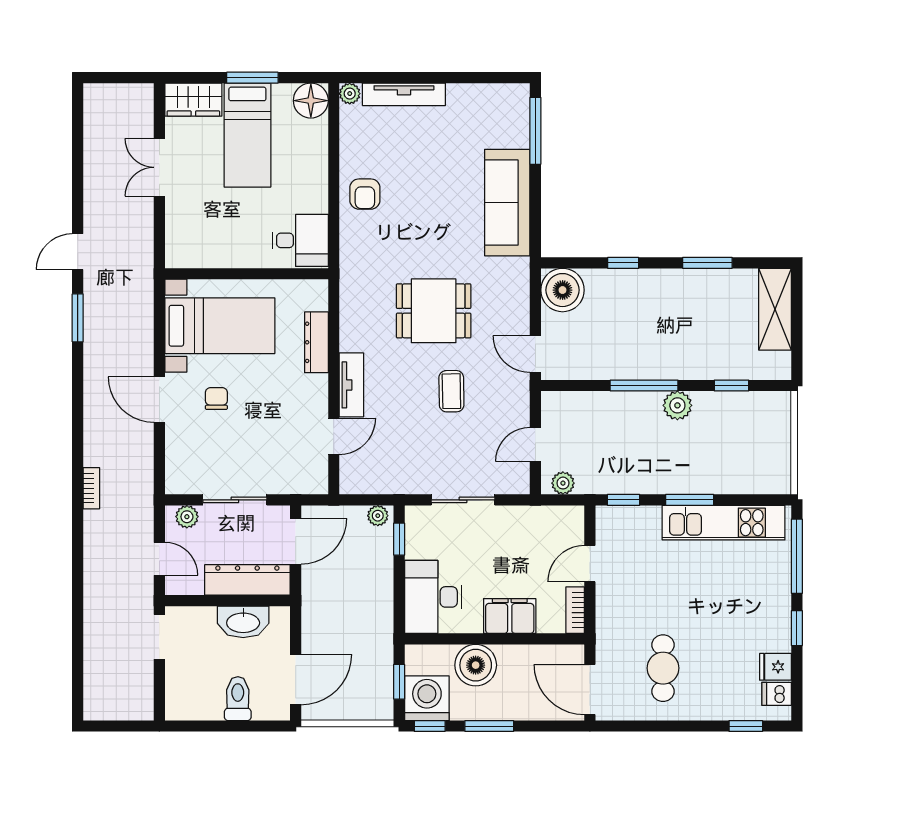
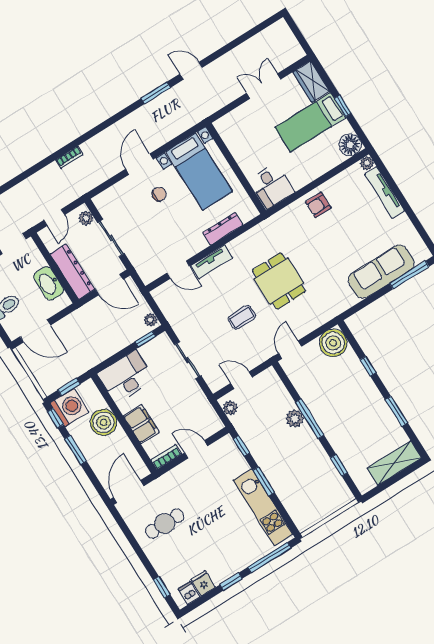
window: (252, 78) -> (343, 106), width x0.67
sofa: (507, 203) -> (381, 272), moved
plant: (677, 405) -> (295, 418), moved

